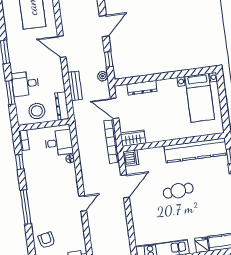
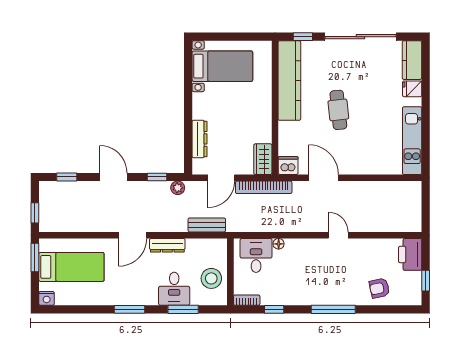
bench: (75, 86) -> (207, 225), moved
dresser: (62, 106) -> (167, 245), moved

